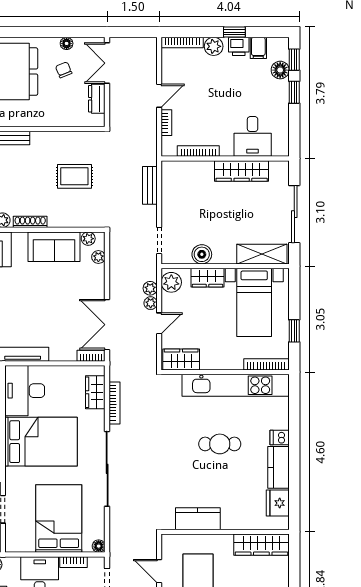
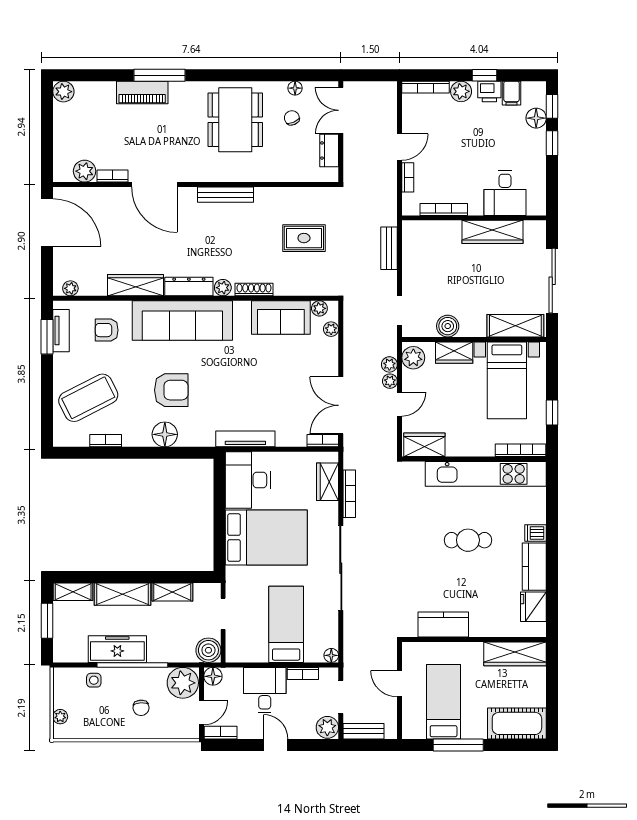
bed: (59, 519) -> (286, 624), width x0.67

